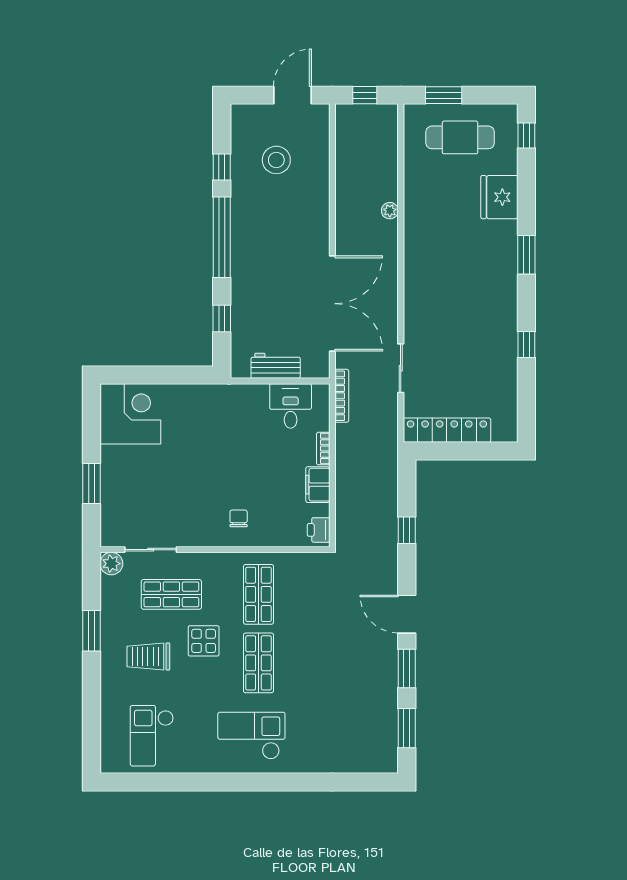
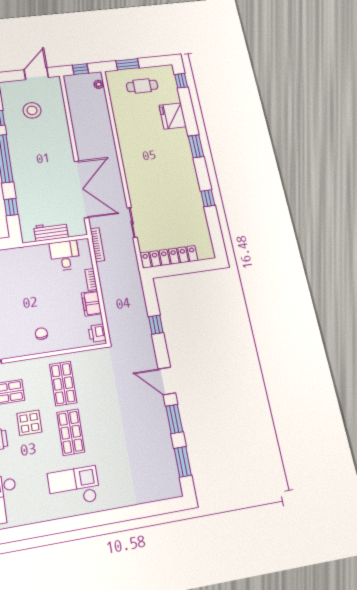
cafe table: (460, 137) -> (142, 86), width x0.73, depth x0.74
plant: (390, 211) -> (99, 84), moved

